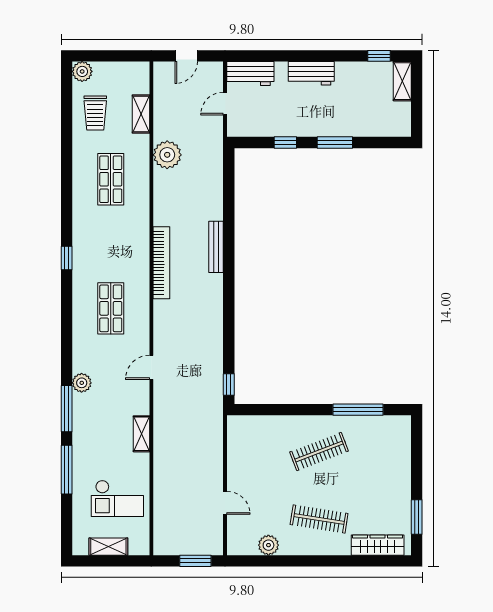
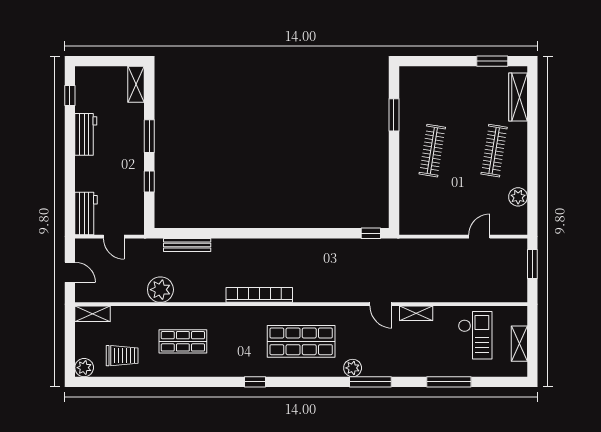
workbench: (311, 73) -> (86, 134), moved
shelving: (402, 81) -> (136, 84), moved, turned 90
shelving: (141, 114) -> (92, 314), moved
bench: (216, 247) -> (187, 245), moved
shop shelf: (111, 308) -> (301, 341), width x1.43, depth x1.36
door: (151, 367) -> (381, 304), moved
plant: (82, 383) -> (353, 368), moved
window: (67, 409) -> (370, 382), moved
window: (358, 410) -> (394, 115), width x0.69
clothes rail: (319, 451) -> (432, 151), turned 30

